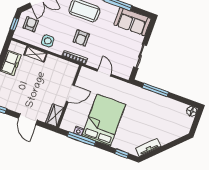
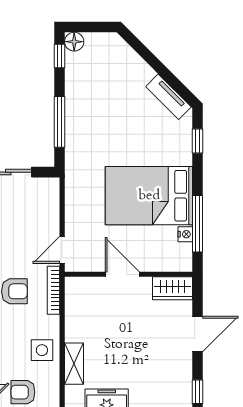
door: (104, 73) -> (62, 250), moved
window: (187, 102) -> (60, 56), added

